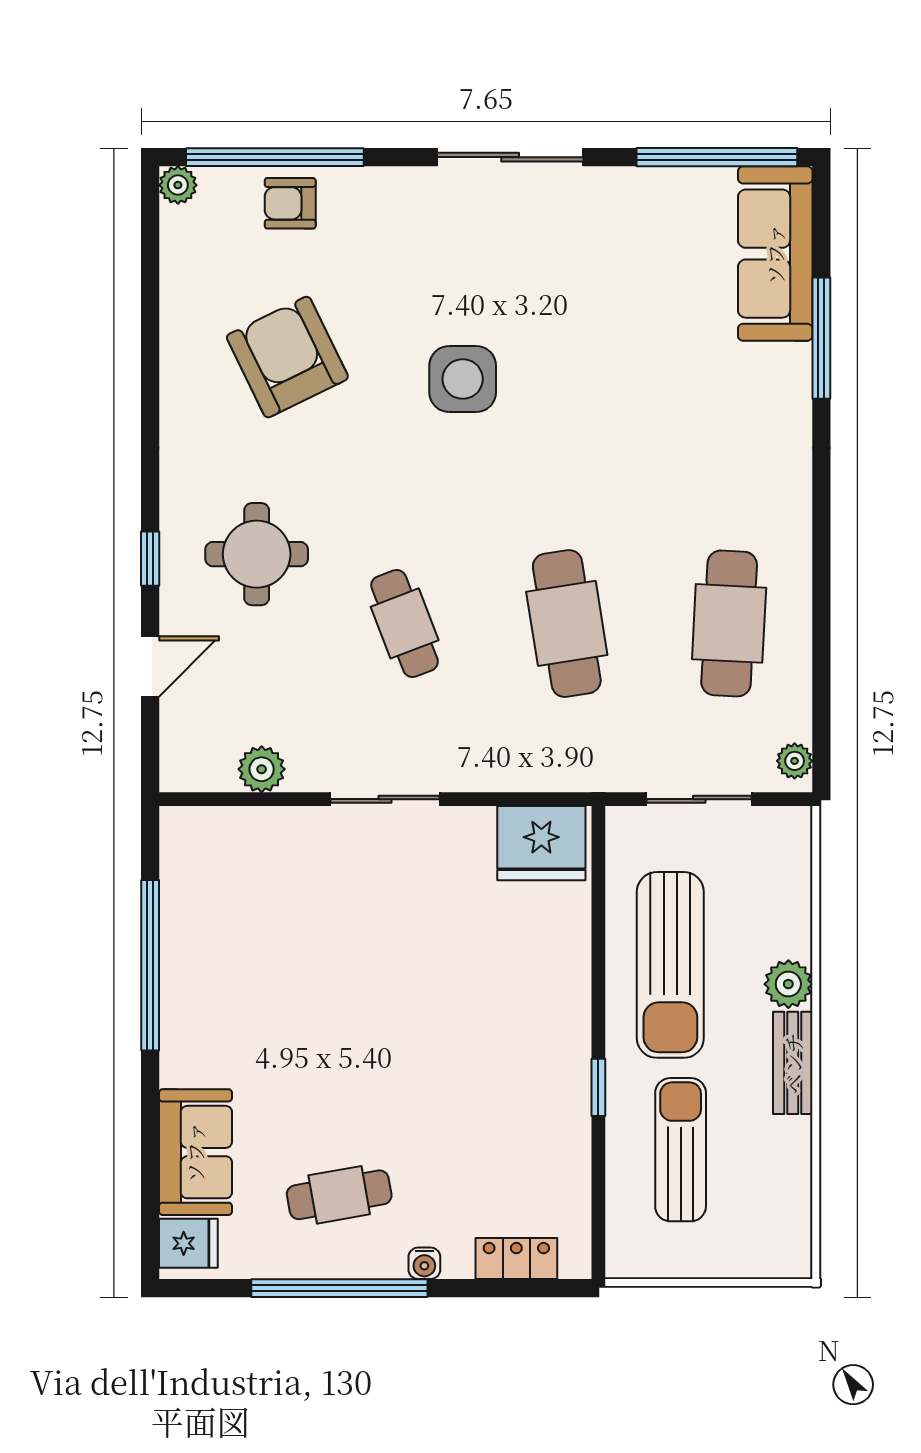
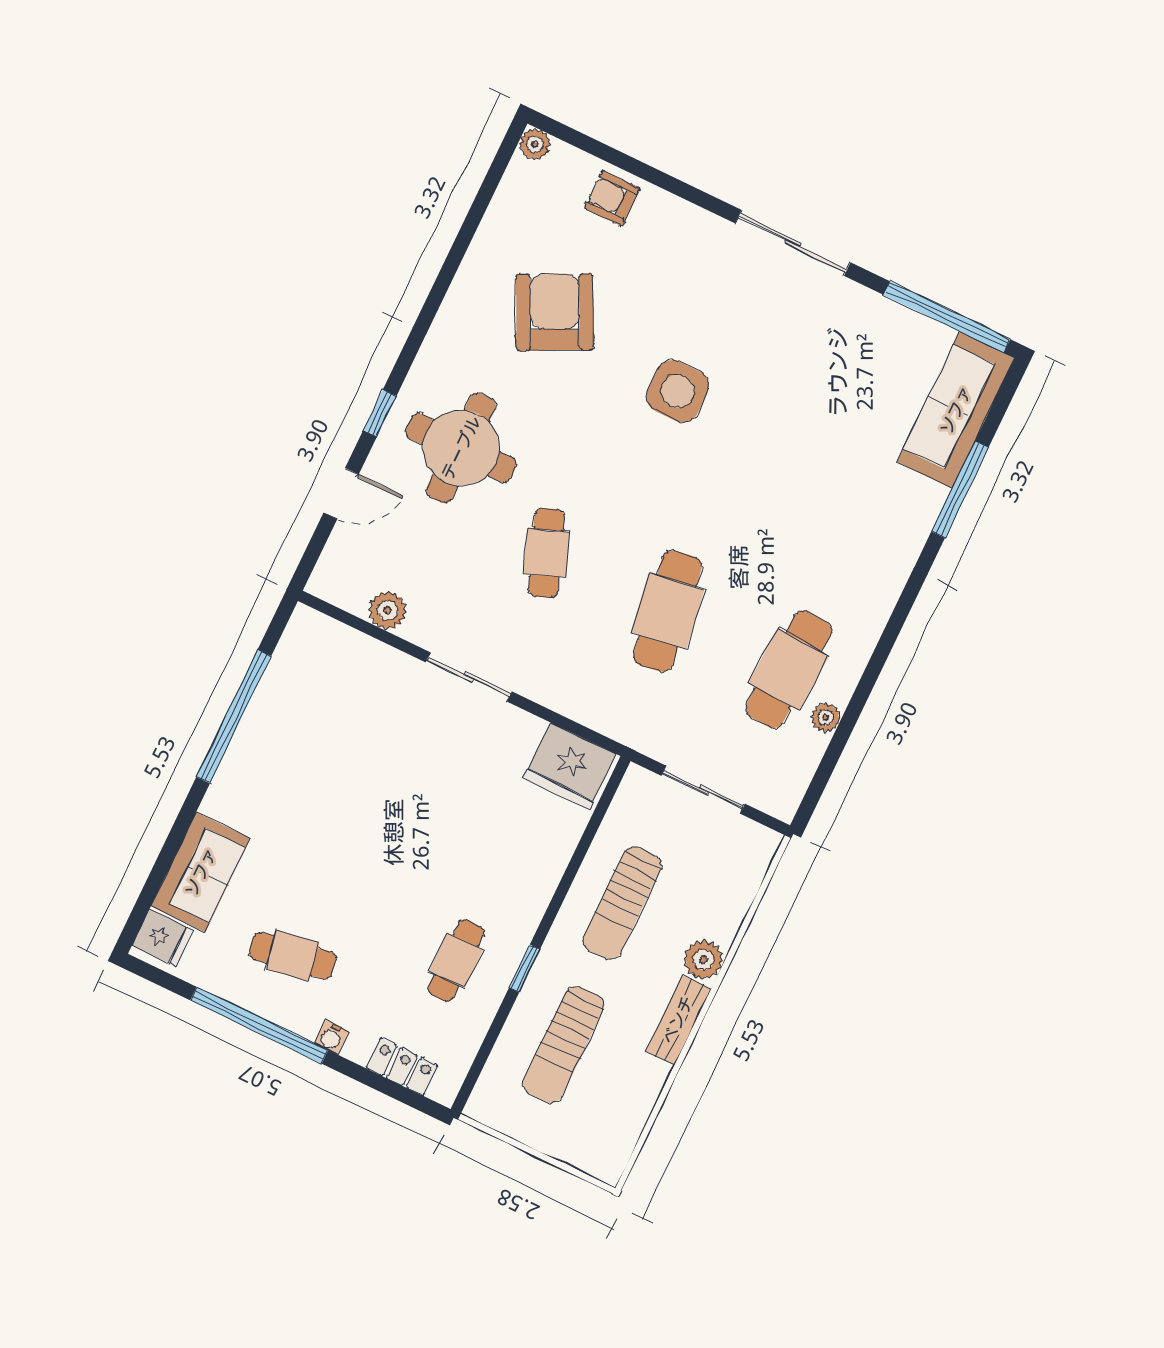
window: (275, 157) -> (617, 158), removed
round table: (257, 554) -> (461, 448), width x1.36, depth x1.36
plant: (795, 761) -> (826, 717), moved
sun lounger: (670, 965) -> (622, 903), width x0.73, depth x0.75
cafe table: (520, 1114) -> (456, 961), added
sun lounger: (681, 1150) -> (563, 1045), turned 180

